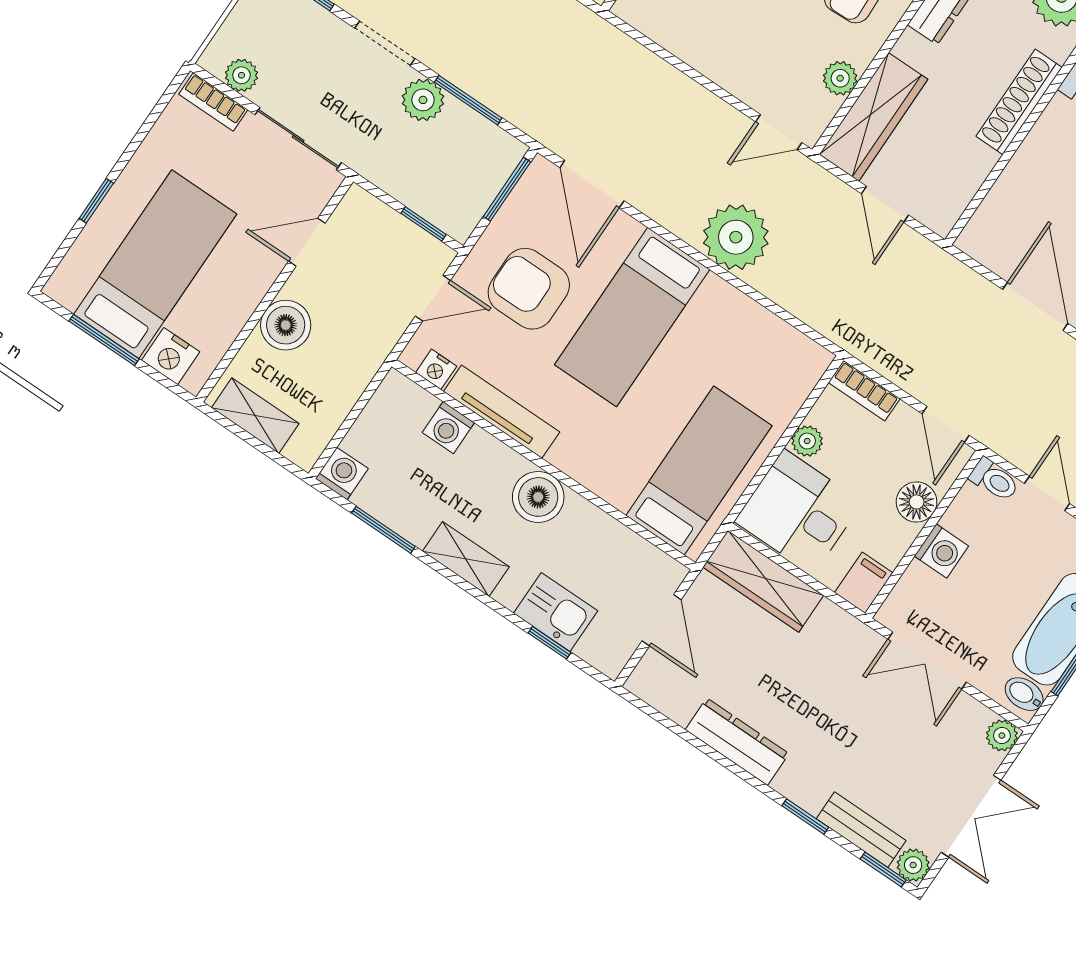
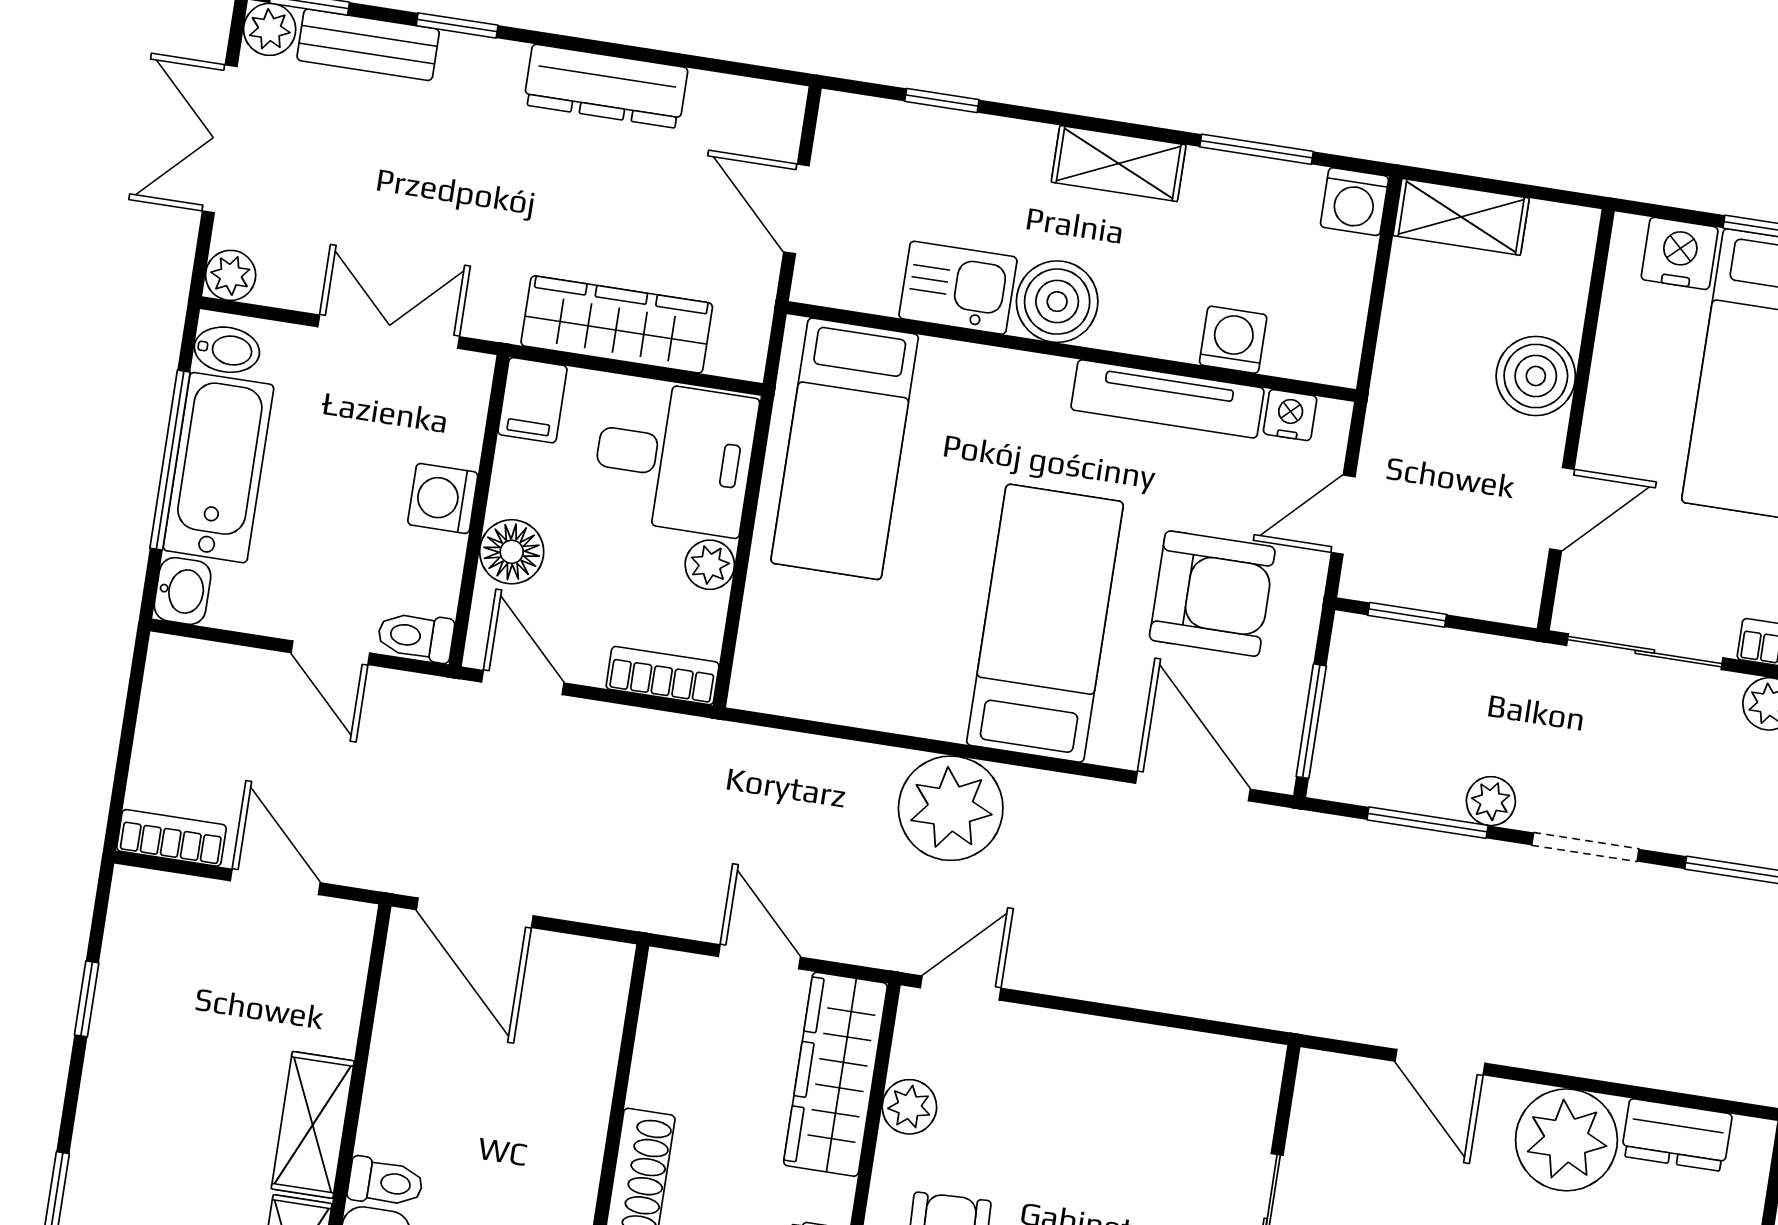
plant: (423, 100) -> (1491, 801), width x0.73, depth x0.73
shelving: (255, 416) -> (1461, 217), moved
wardrobe: (763, 581) -> (617, 324), moved
kitchen sink: (556, 612) -> (958, 288), moved, turned 180

